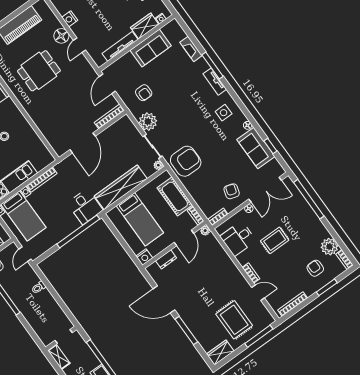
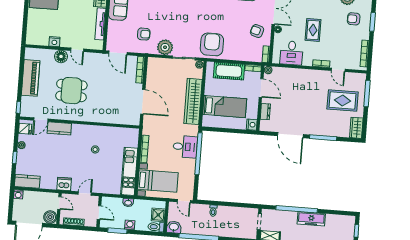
dining table: (39, 71) -> (71, 91), turned 90
desk: (85, 207) -> (185, 147), moved
door: (258, 293) -> (338, 70), swing flipped
door: (164, 299) -> (290, 135), hinge flipped

